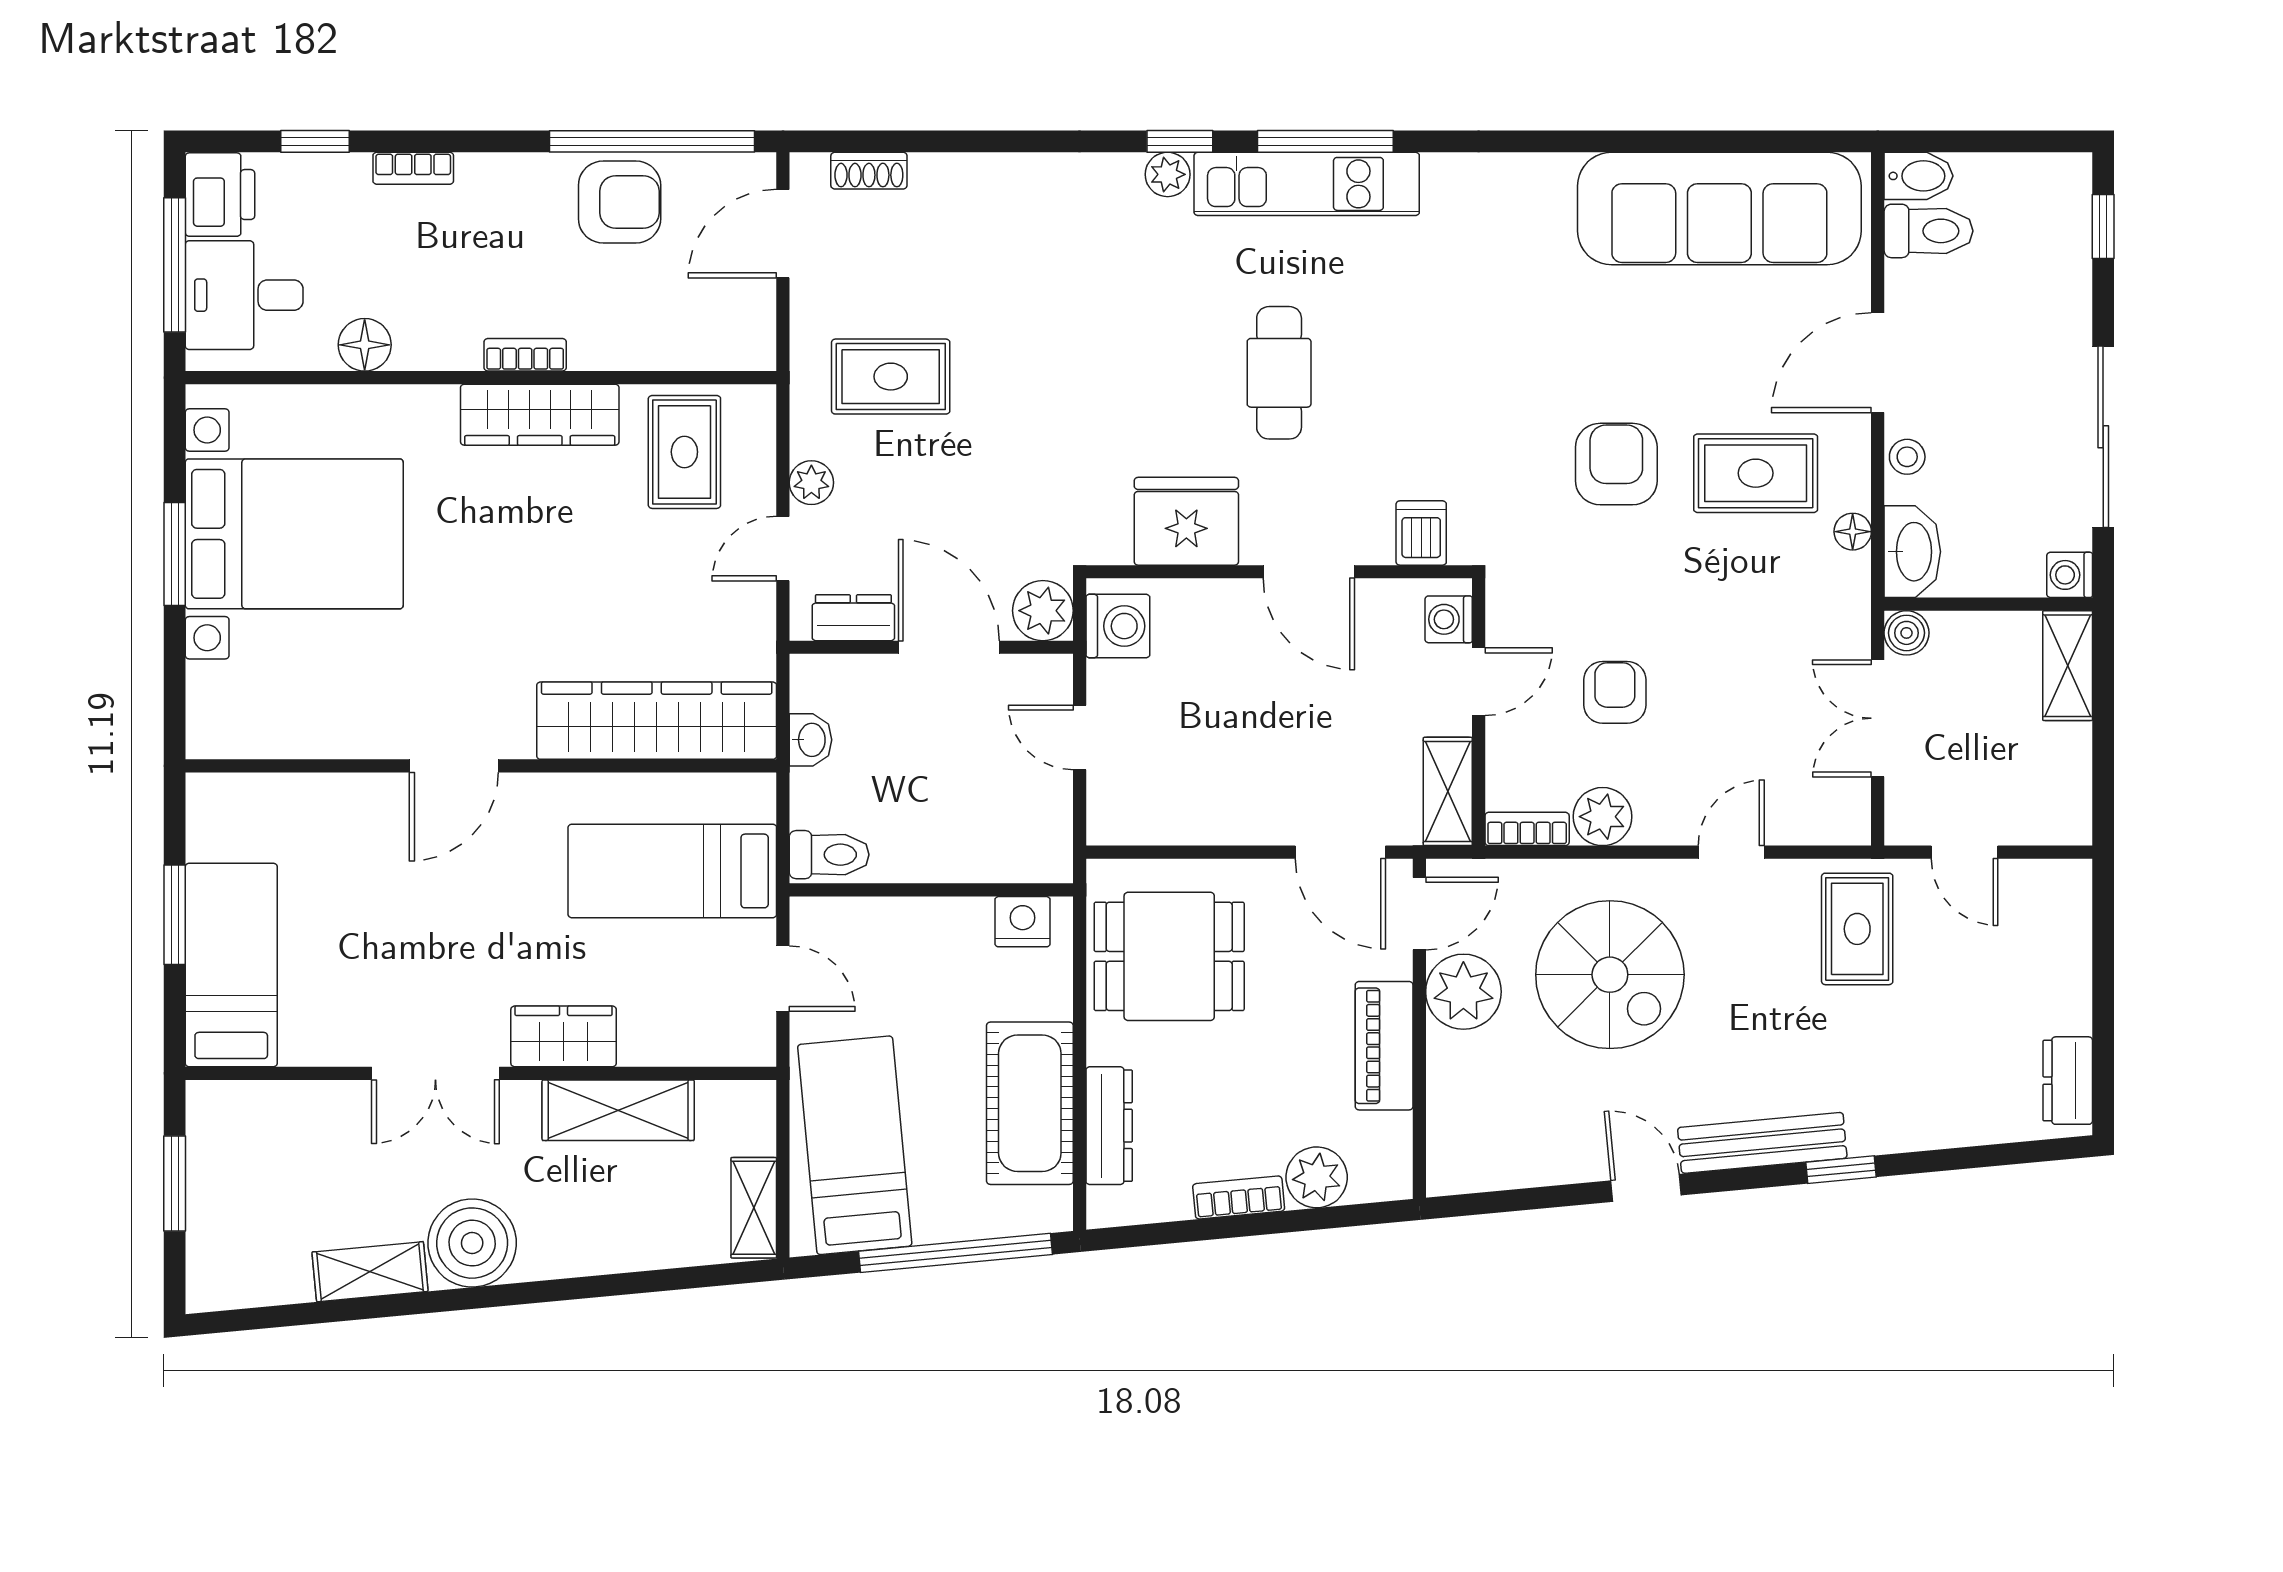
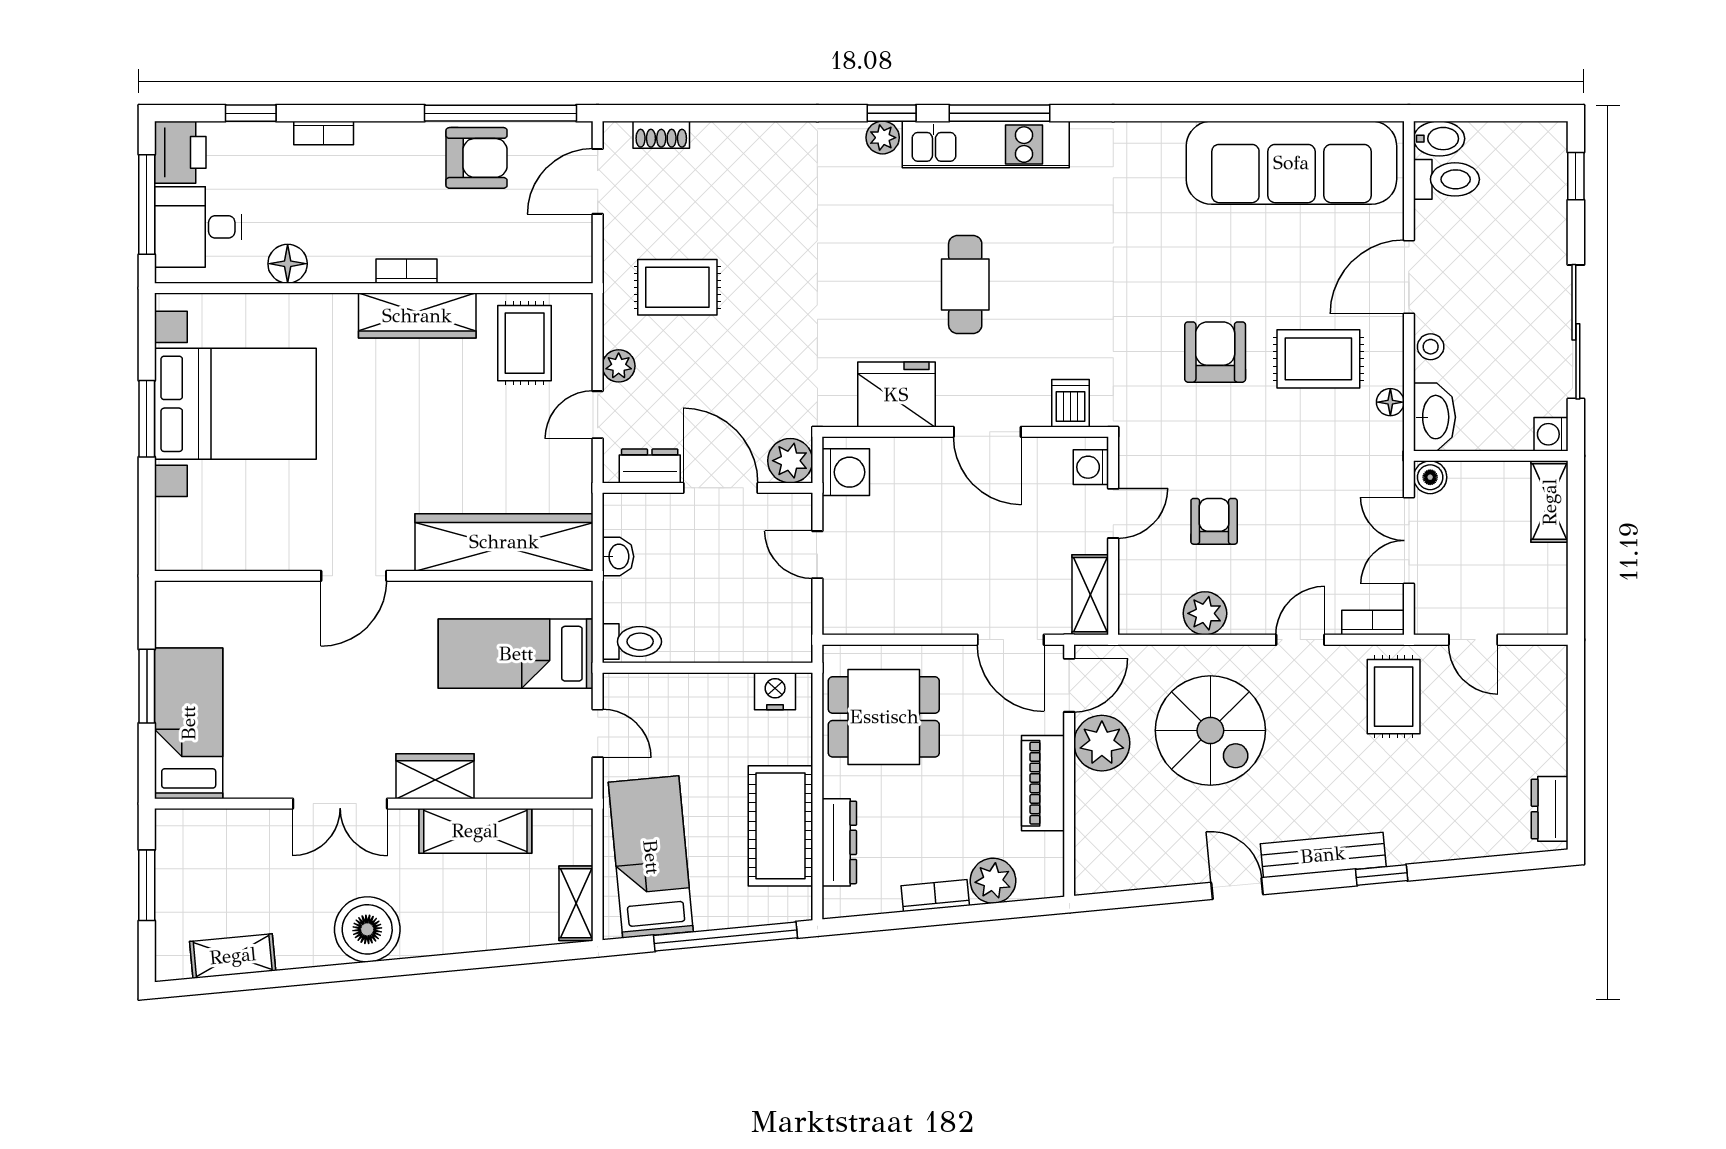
bookcase: (1527, 829) -> (1373, 623), moved
shelving: (370, 1272) -> (233, 956), moved

